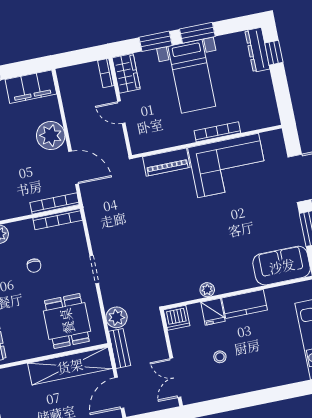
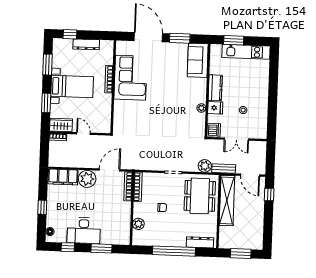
window: (197, 33) -> (48, 65), moved
dresser: (257, 50) -> (86, 44), moved
filing cabinet: (31, 87) -> (63, 177), moved, turned 90
door: (121, 112) -> (83, 133), swing flipped
piano: (166, 162) -> (120, 114), removed
dining table: (67, 321) -> (200, 196), width x1.38
double door: (175, 378) -> (236, 139), moved

